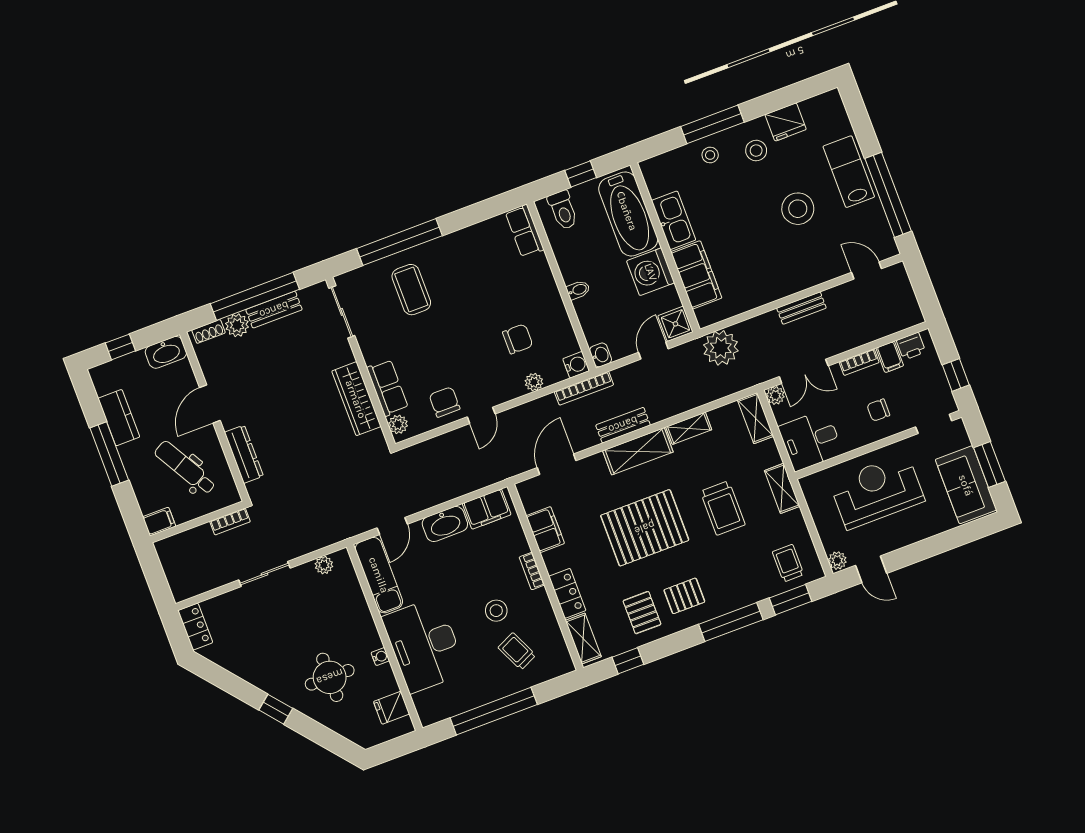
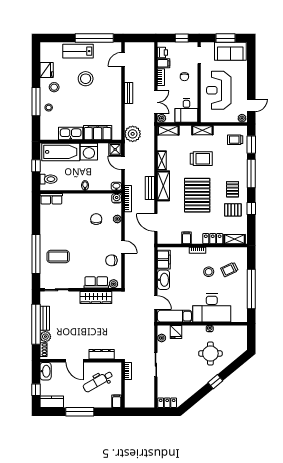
kitchen counter: (119, 418) -> (52, 402), moved
filing cabinet: (545, 530) -> (187, 238), width x0.50
window: (628, 661) -> (251, 209), moved
fridge: (392, 708) -> (176, 332), moved

